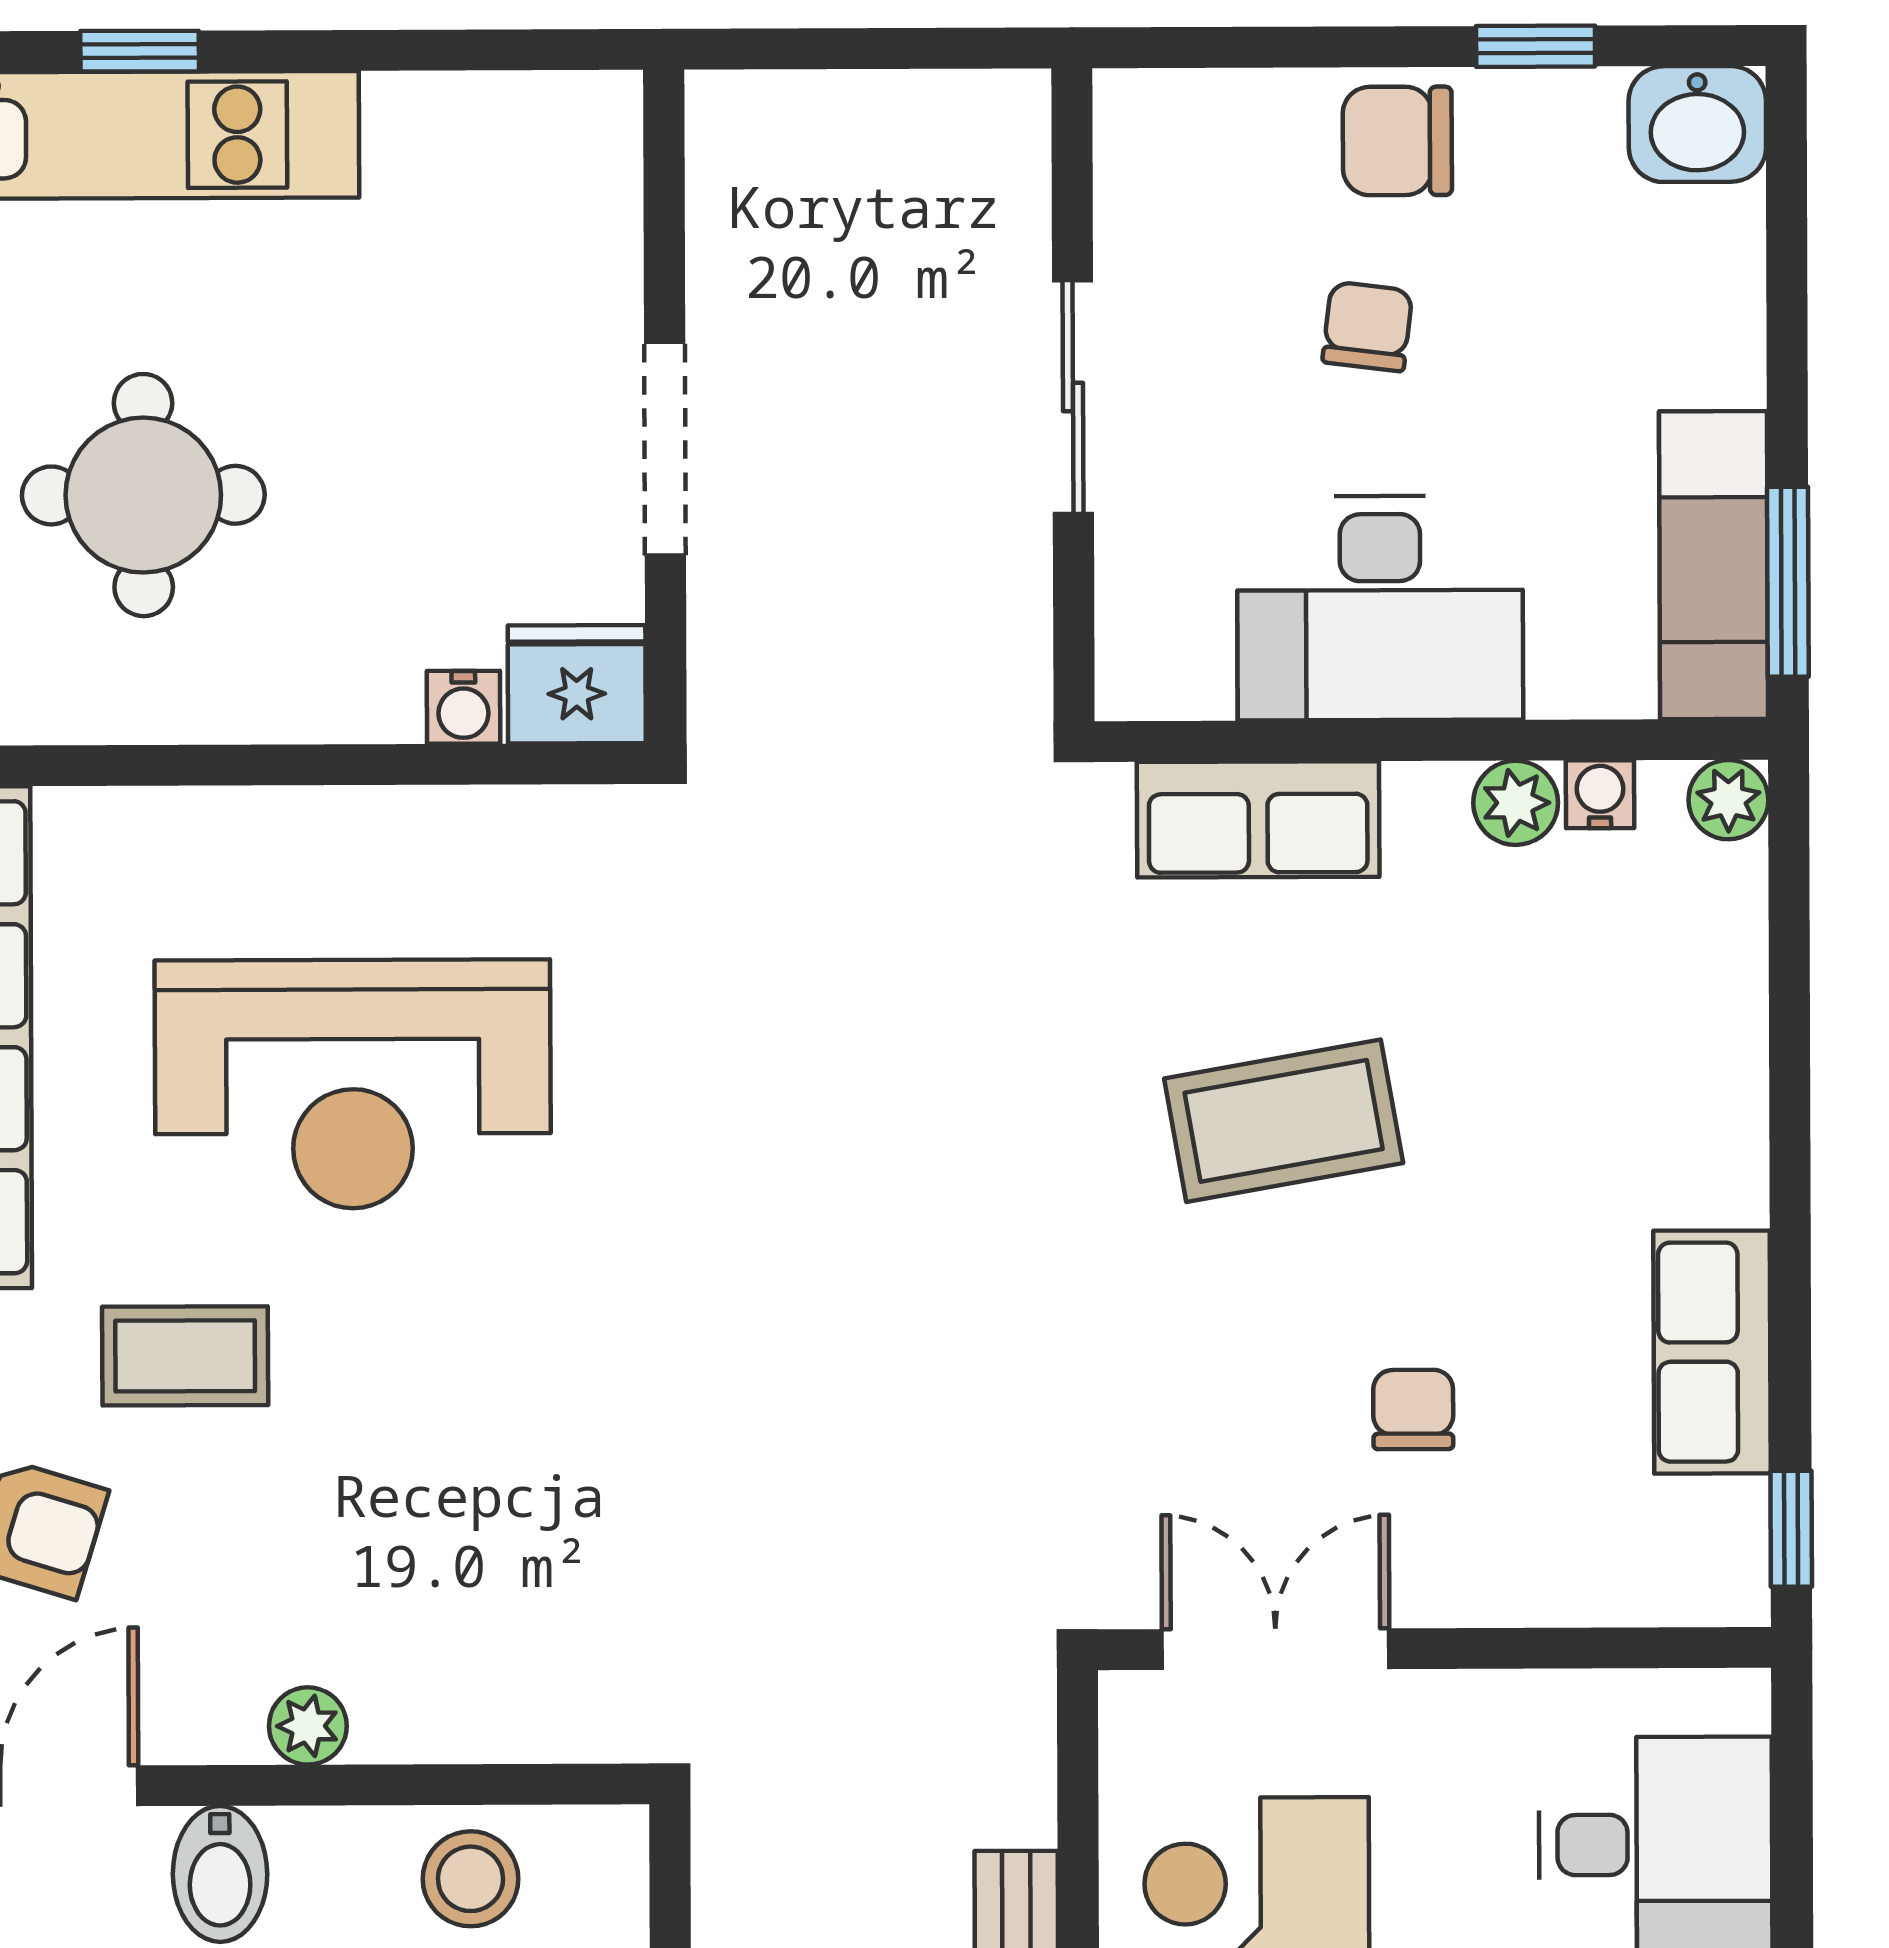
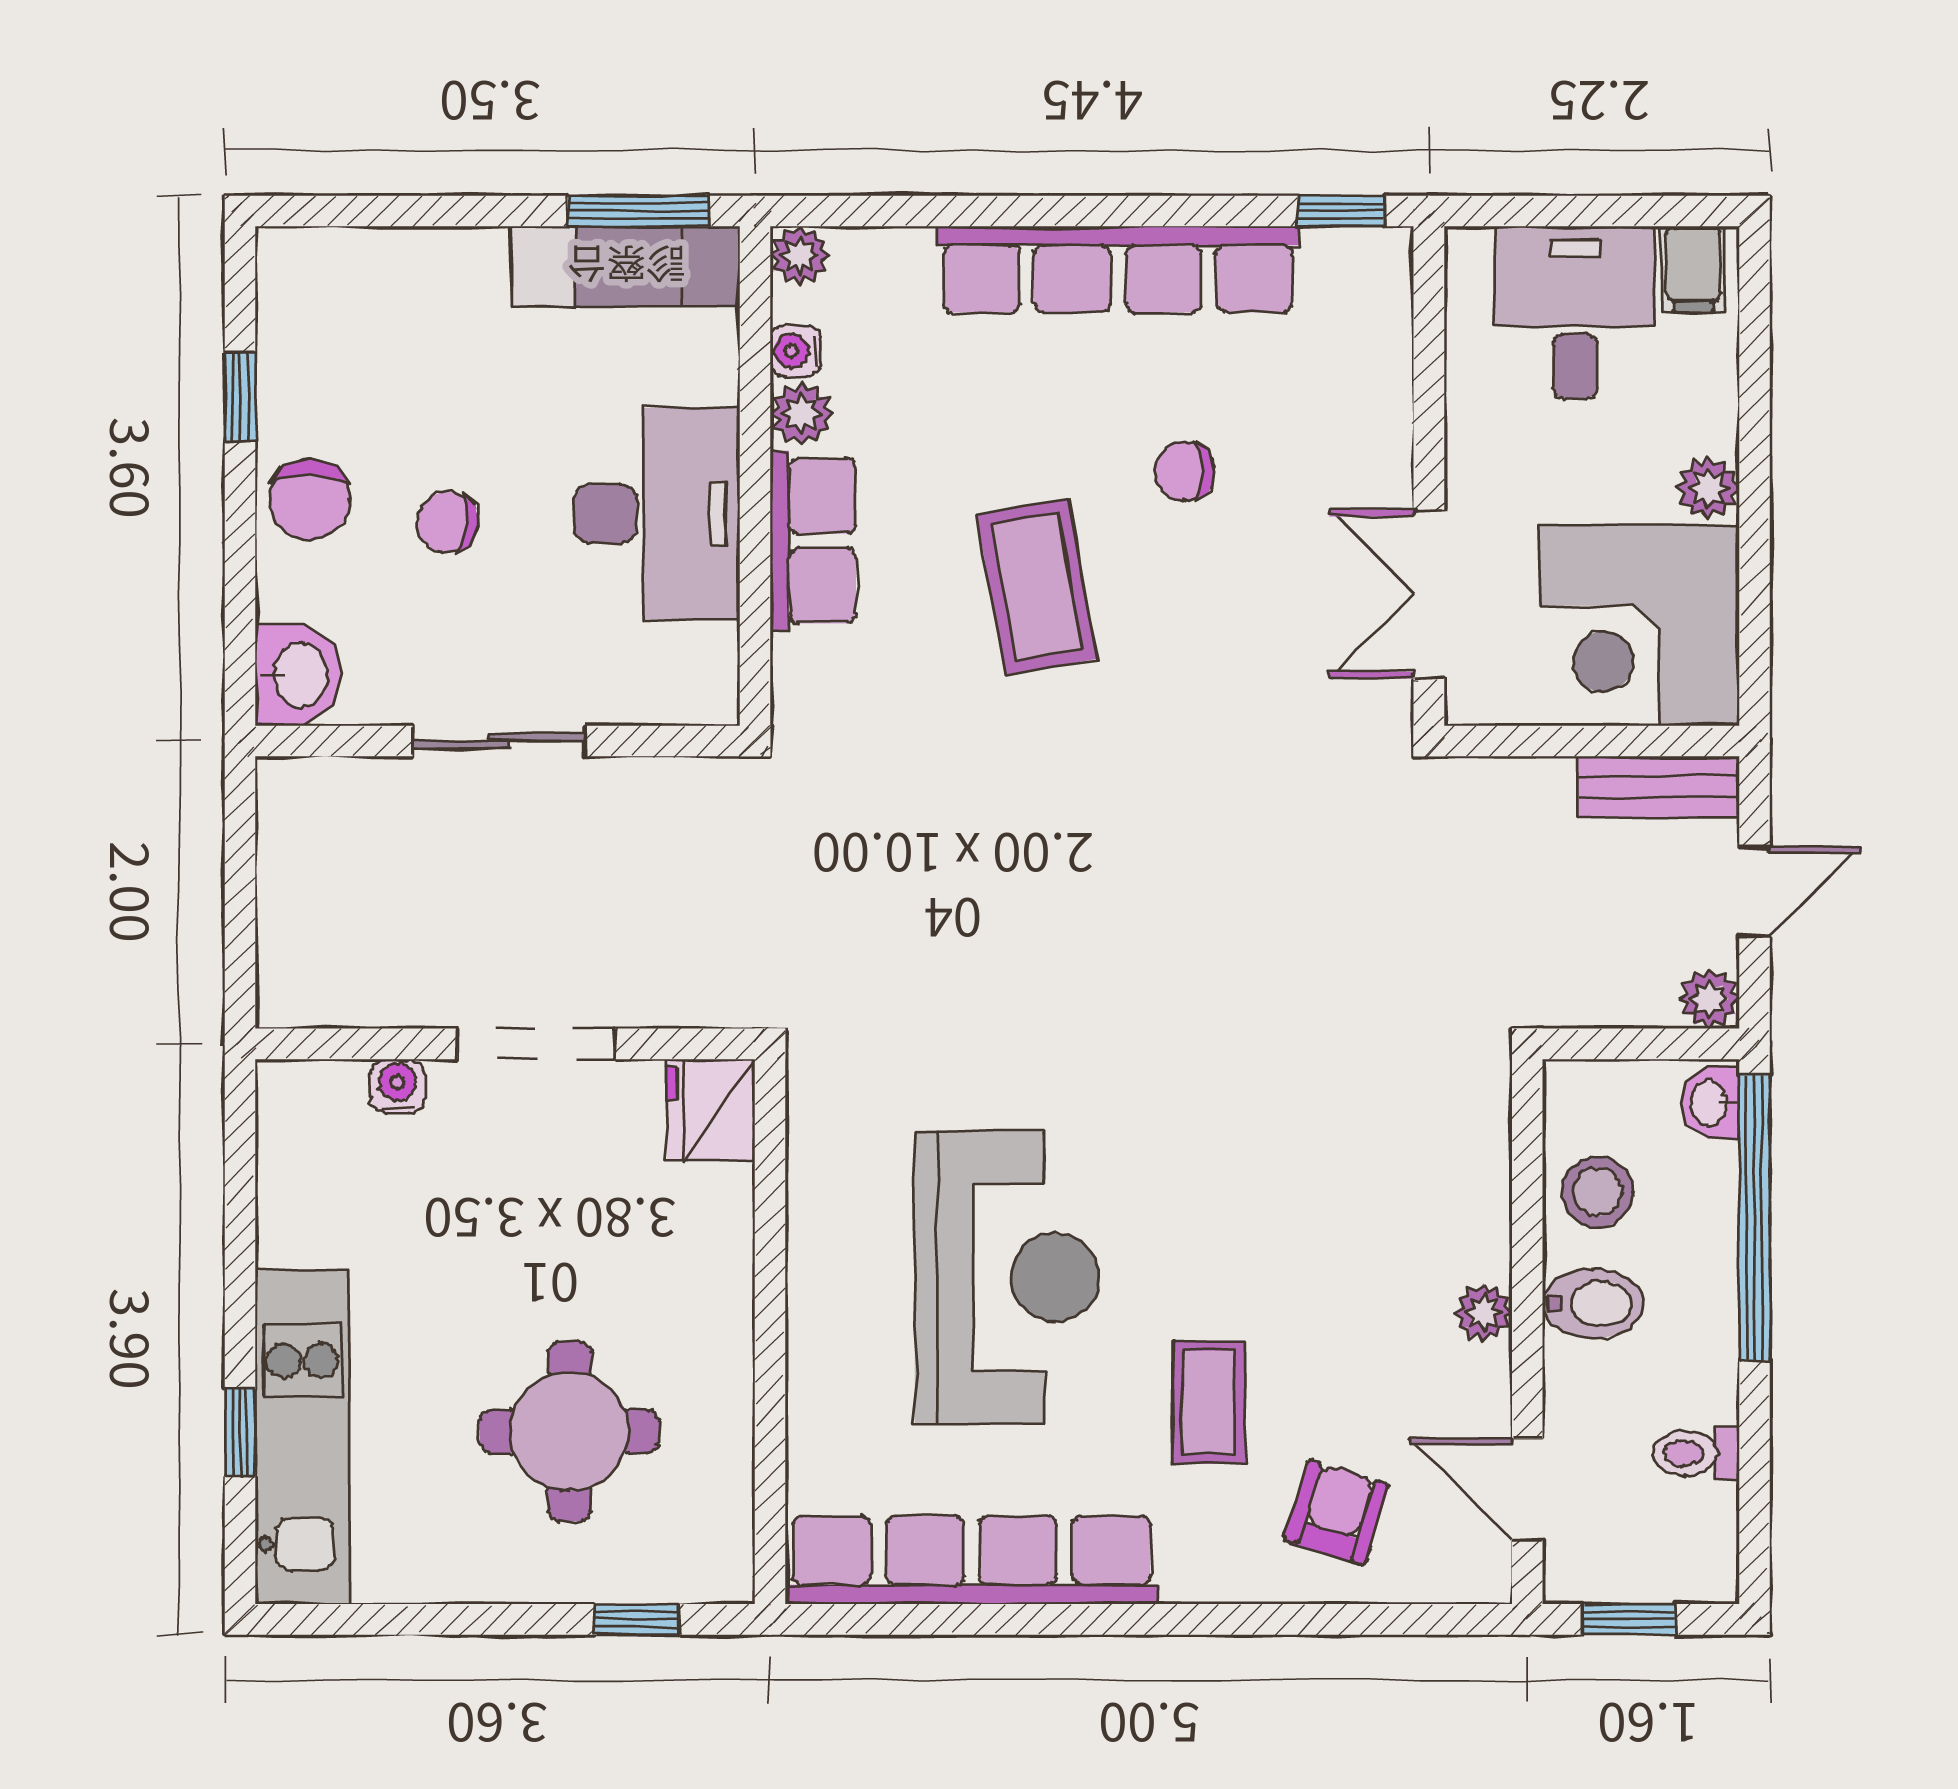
washbasin: (1697, 124) -> (298, 675), moved
water cooler: (463, 707) -> (398, 1086), moved, turned -90
row of seats: (1258, 819) -> (813, 541), moved
row of seats: (1712, 1352) -> (1118, 269), width x2.02
chair: (1413, 1410) -> (1184, 471), moved
bidet: (220, 1874) -> (1593, 1303), moved

